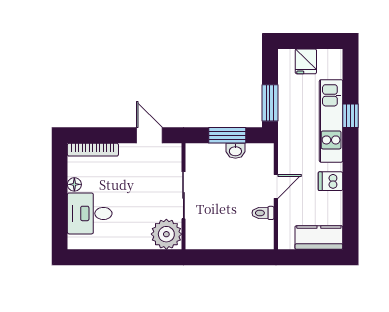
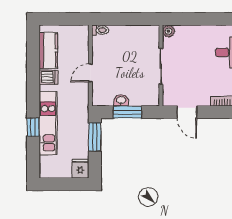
fridge: (306, 61) -> (80, 169), moved
toilet: (263, 213) -> (100, 30), moved
plant: (166, 234) -> (169, 31), width x0.53, depth x0.53
kitchen counter: (319, 237) -> (48, 50), moved, turned -90

